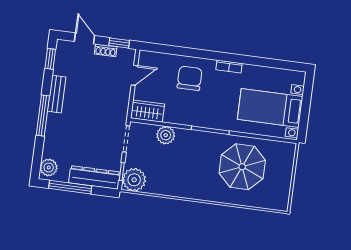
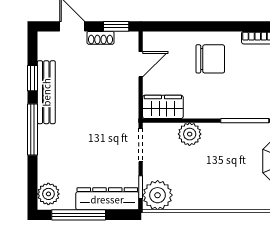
window: (50, 59) -> (33, 78), moved
chair: (190, 78) -> (210, 59), turned 90
bench: (57, 94) -> (46, 92), width x1.36

